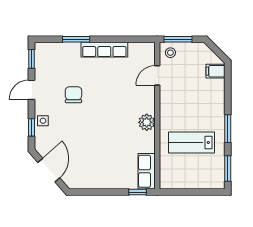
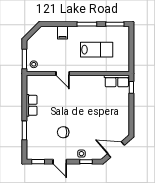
row of seats: (104, 50) -> (32, 105), width x0.68
filing cabinet: (216, 71) -> (62, 33), moved
door: (157, 75) -> (63, 74), moved
plant: (147, 122) -> (82, 81), removed
lab bench: (191, 142) -> (97, 50), turned -90

